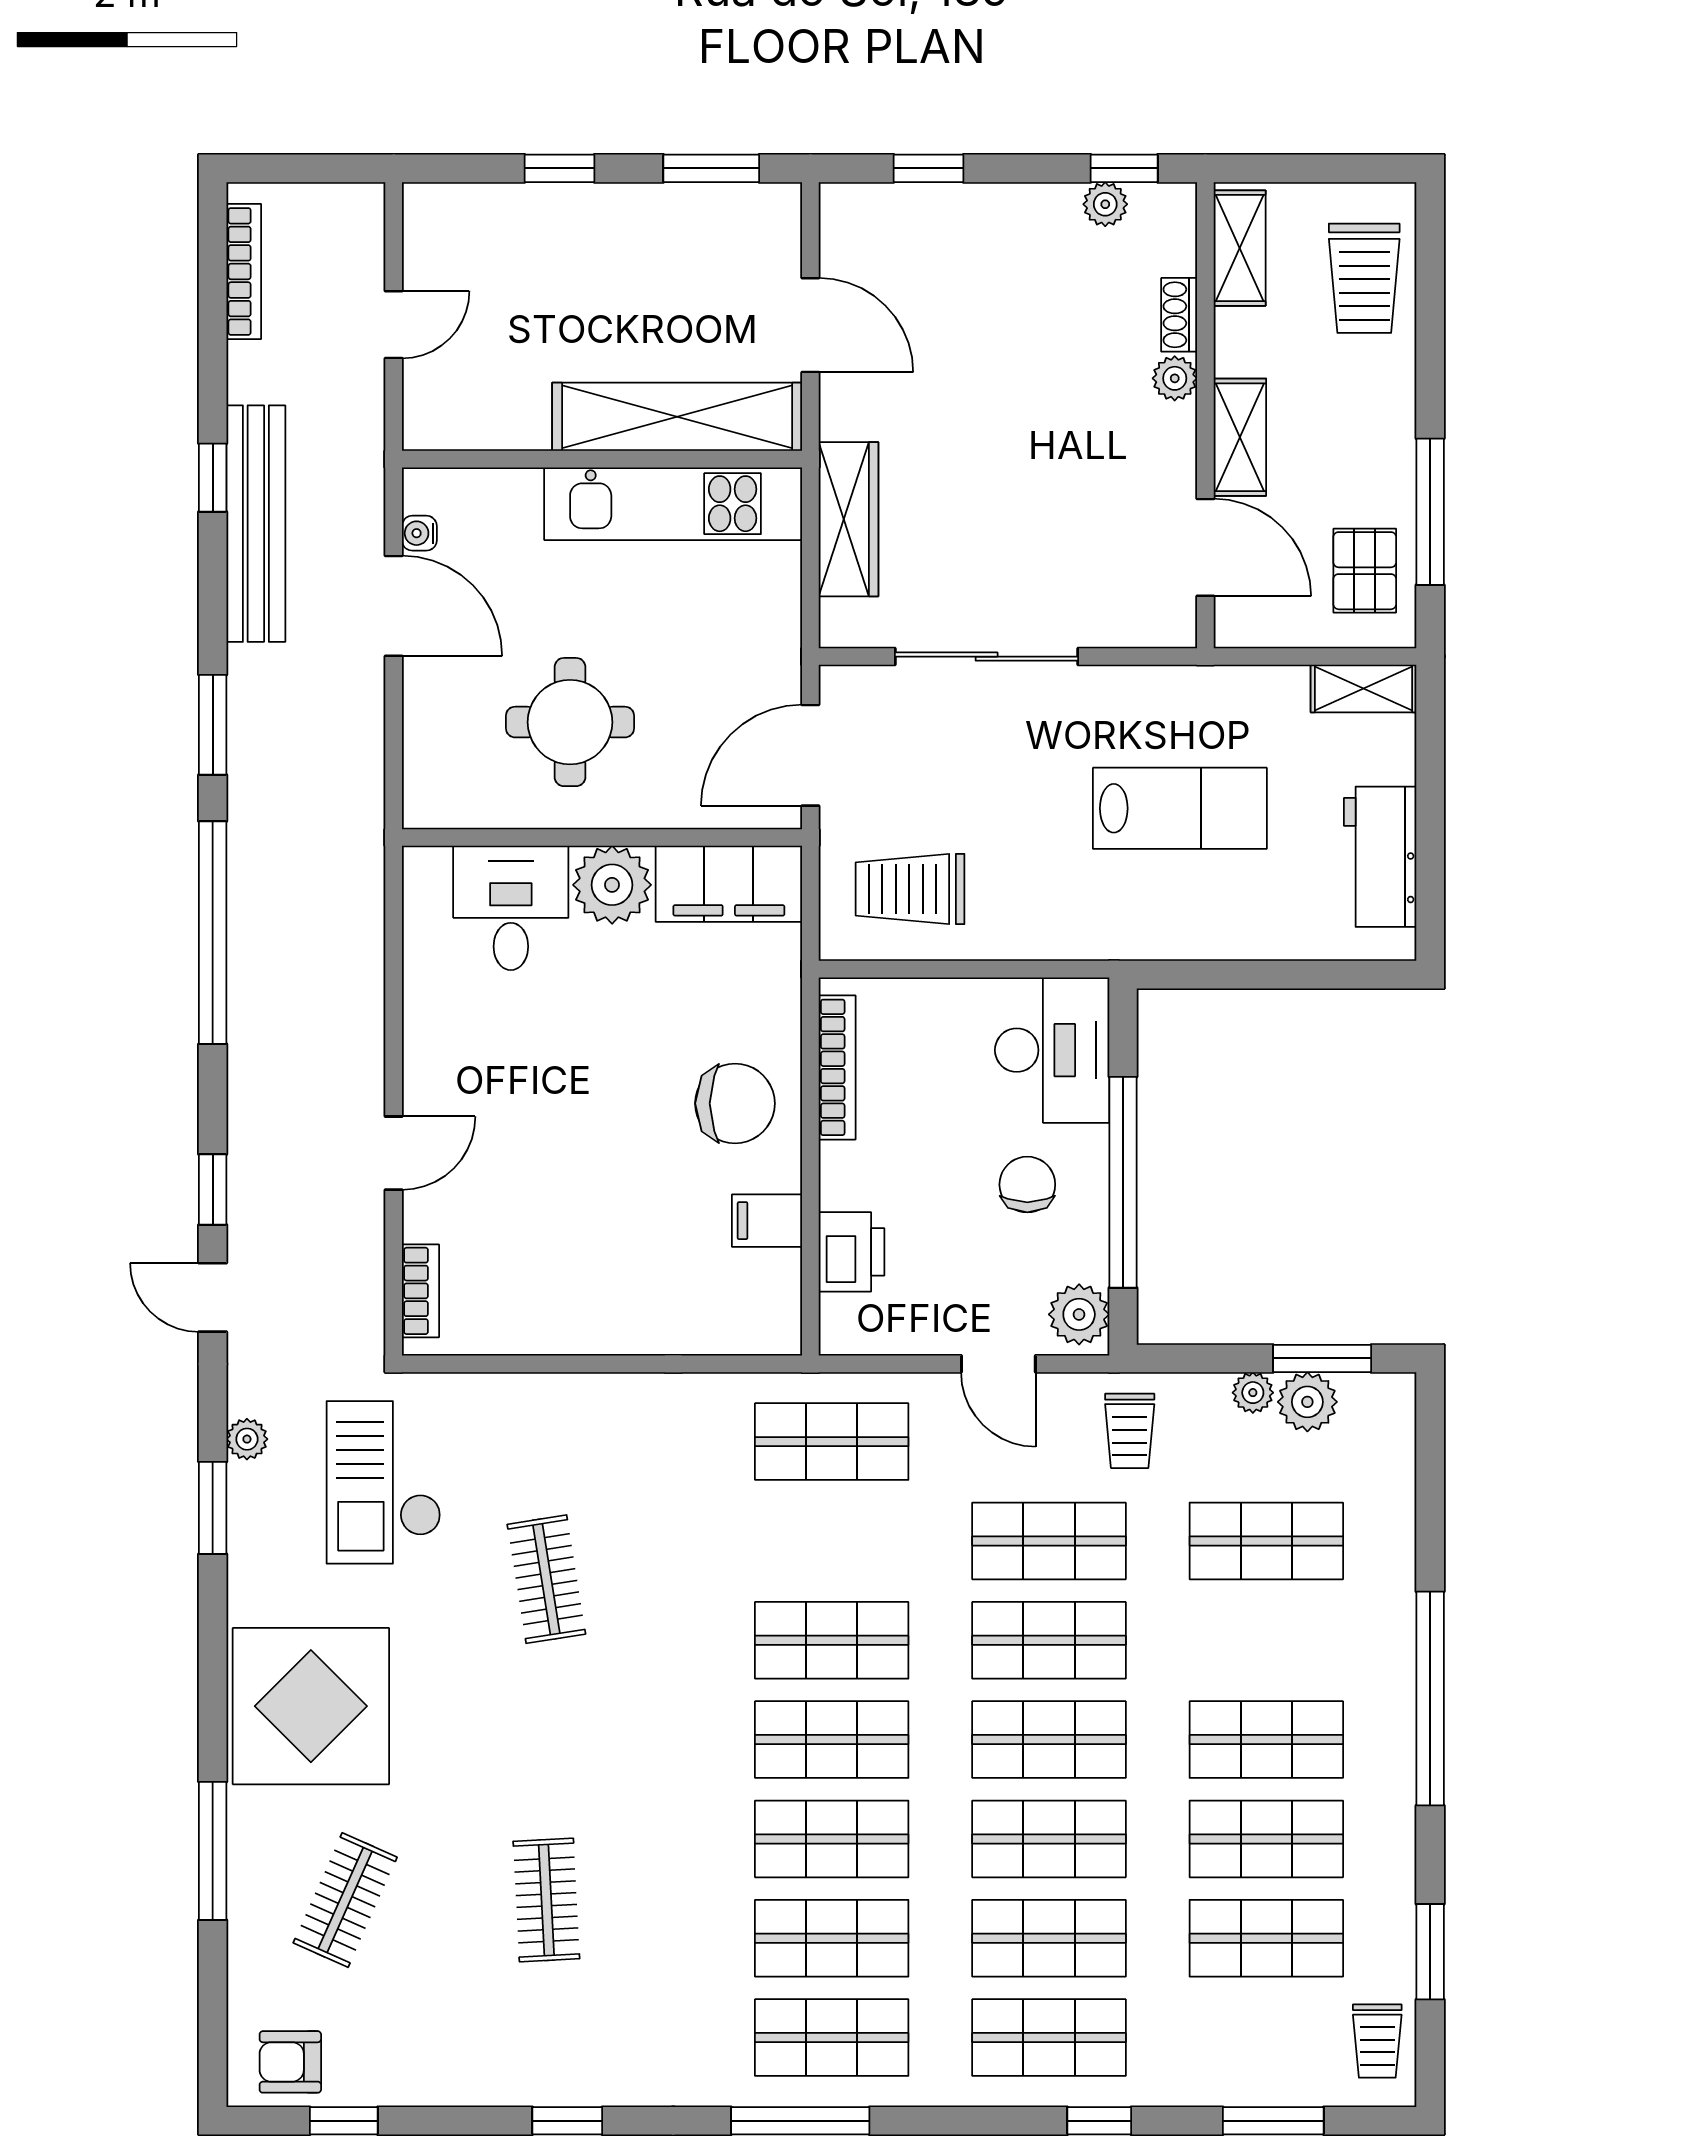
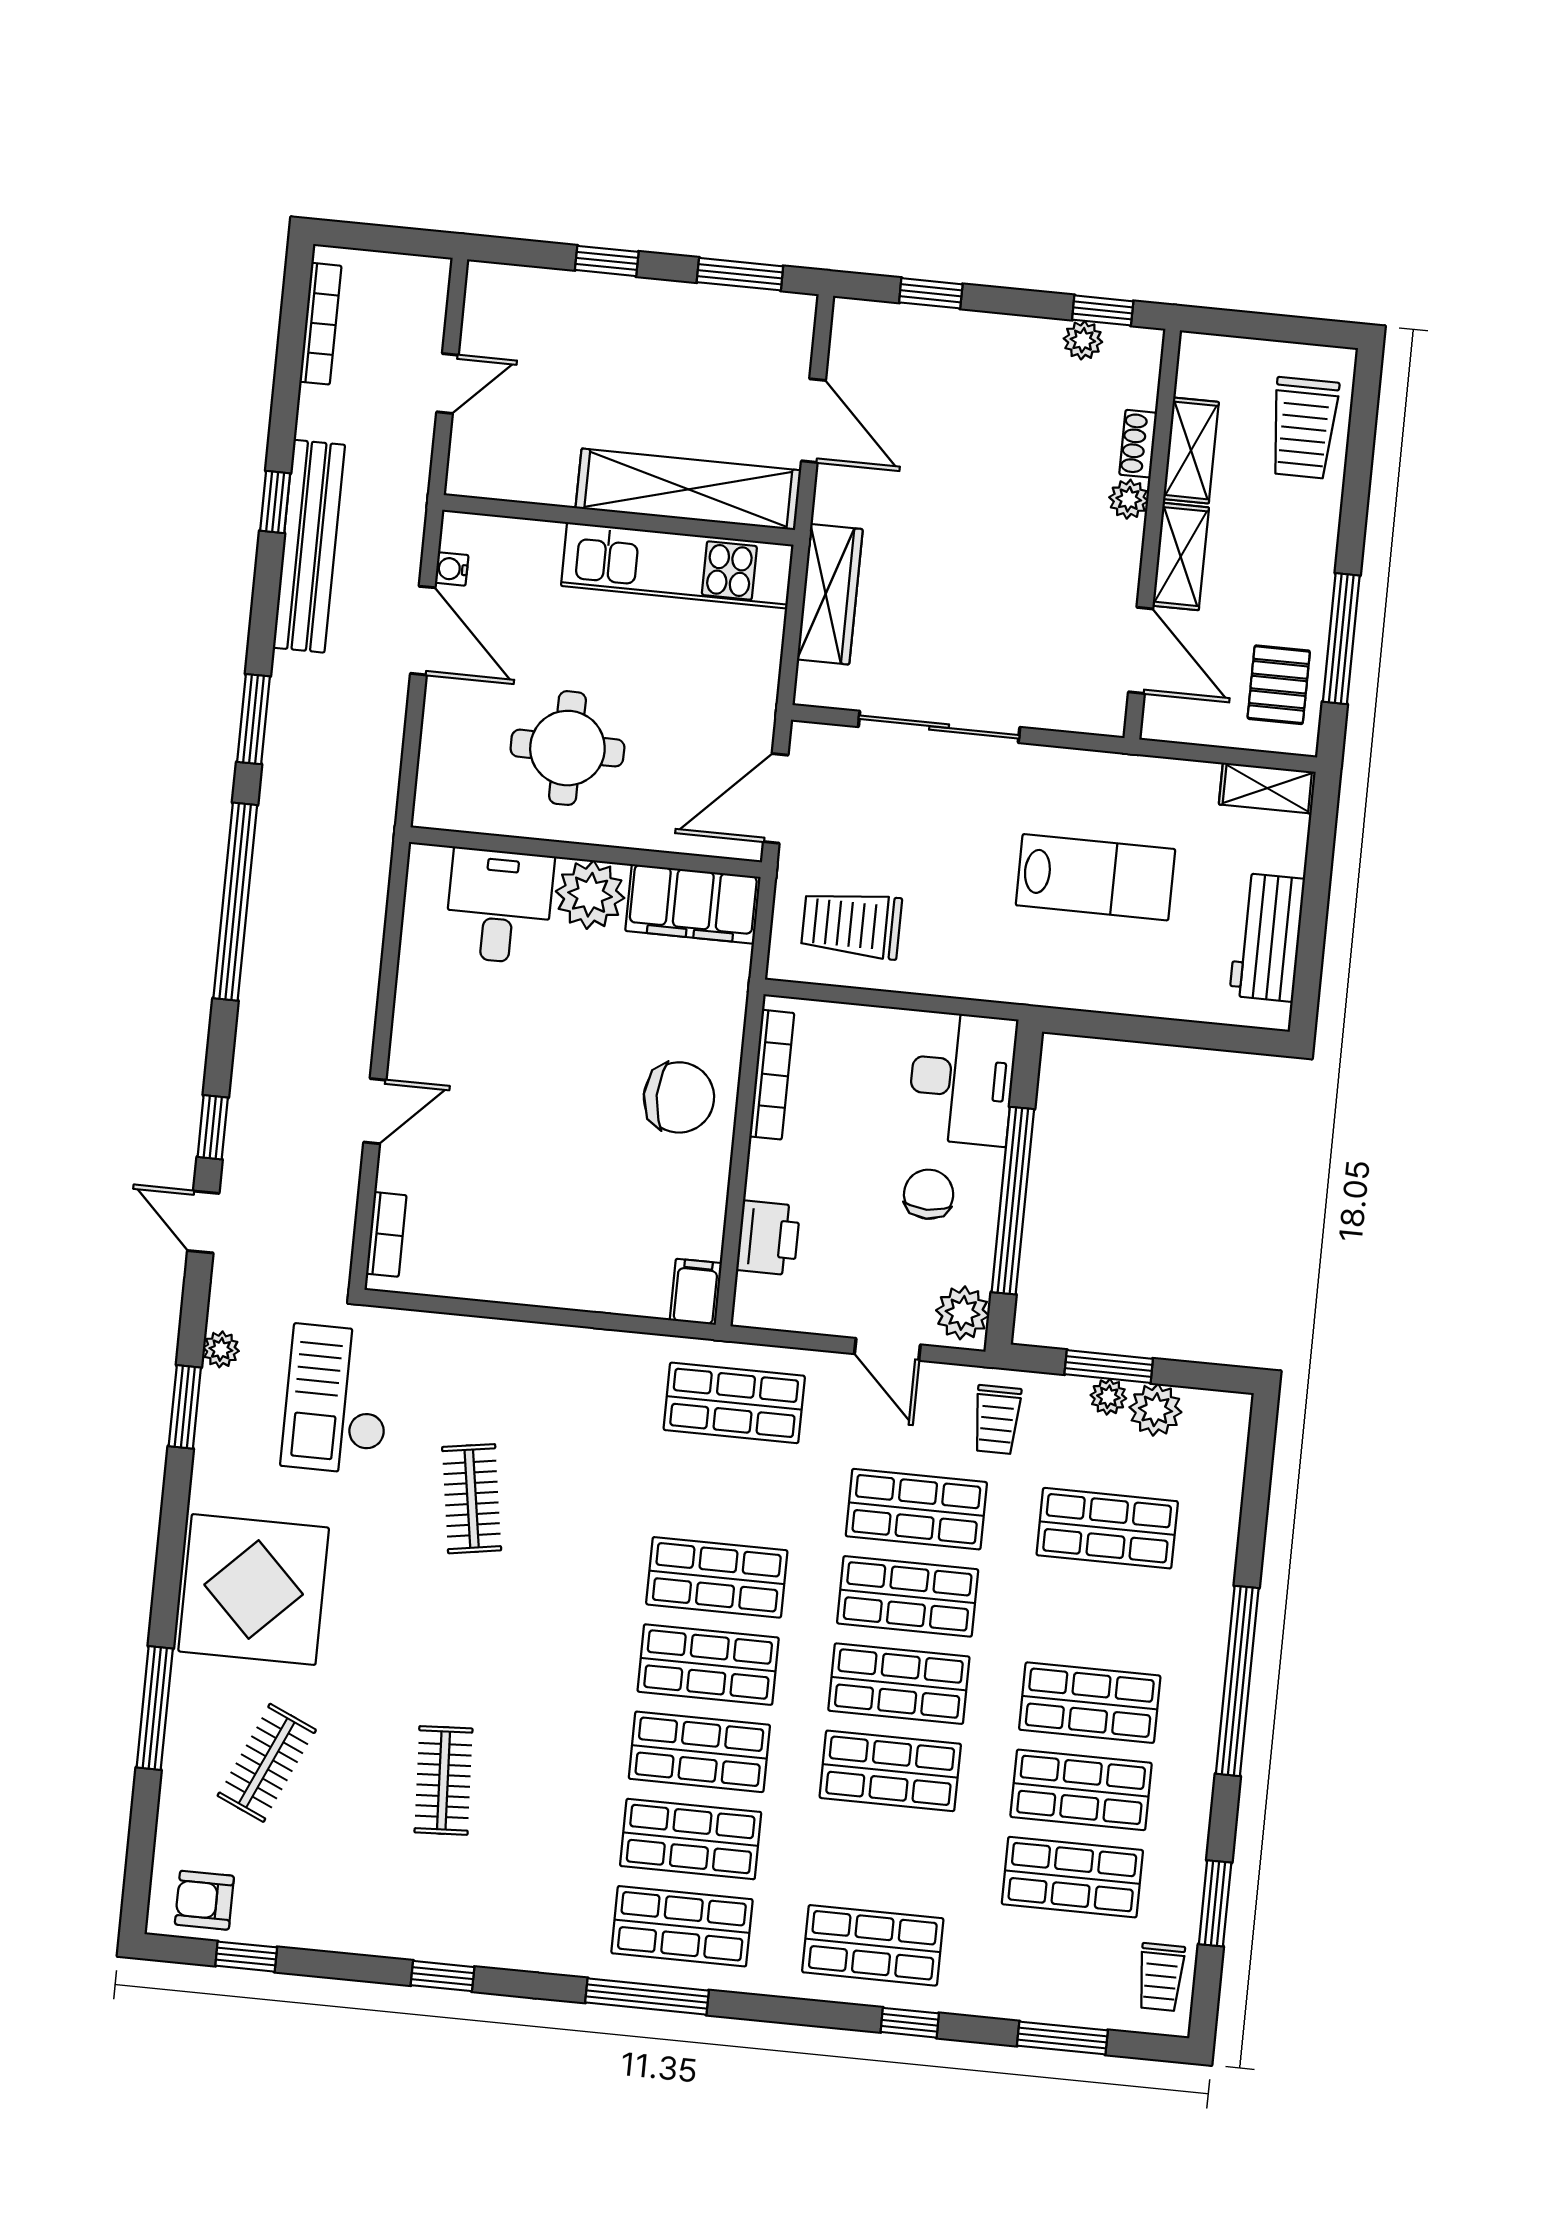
shelving: (1240, 248) -> (1191, 450), moved
filing cabinet: (767, 1221) -> (696, 1292), moved, turned 90
window: (1322, 1358) -> (1109, 1366), moved
shop shelf: (1049, 1938) -> (882, 1858), removed

